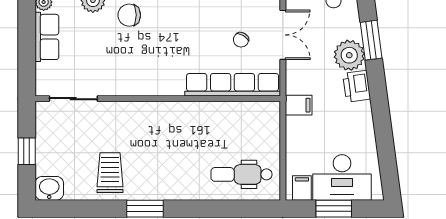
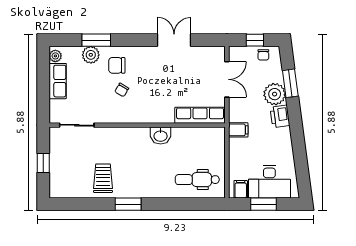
chair: (241, 40) -> (122, 90), moved
row of seats: (233, 85) -> (200, 115), width x0.73
washbasin: (49, 188) -> (161, 136), moved, turned 180

